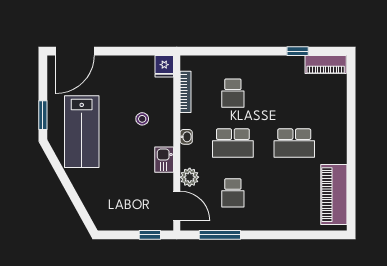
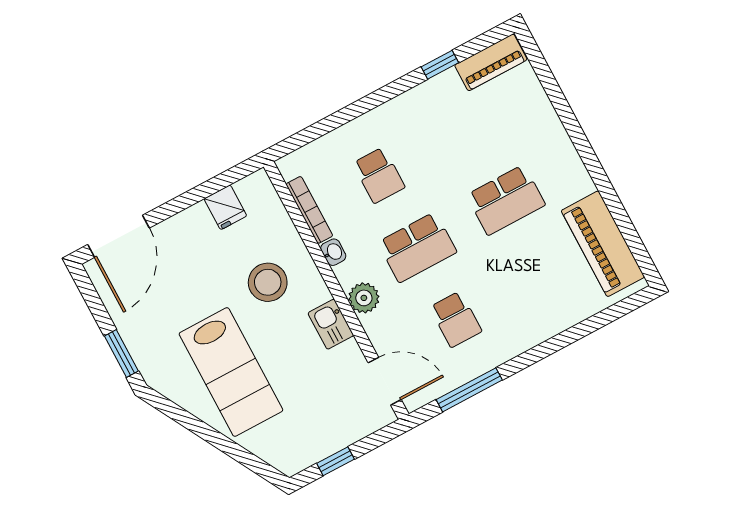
fridge: (164, 66) -> (225, 207), moved
stool: (142, 119) -> (268, 282), width x1.89, depth x1.89
lab bench: (82, 132) -> (231, 372), moved
washbasin: (186, 137) -> (333, 252), moved
plant: (190, 177) -> (364, 298), moved
window: (150, 235) -> (336, 461), moved

